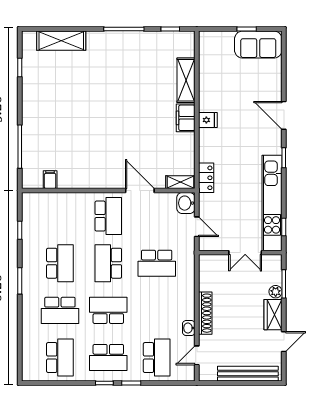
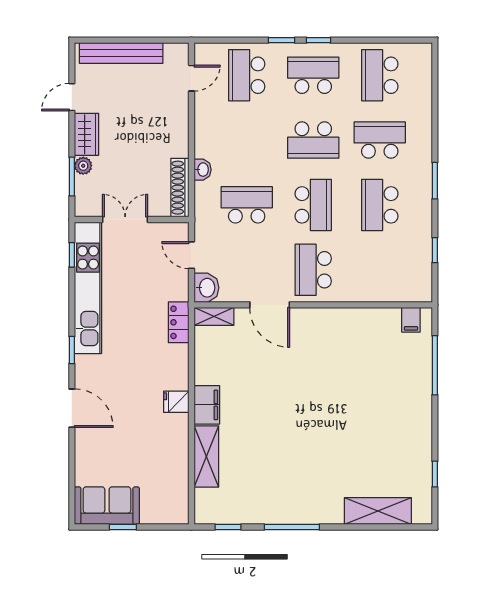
filing cabinet: (50, 180) -> (411, 320), moved
shoe rack: (205, 313) -> (180, 188), moved
washbasin: (189, 328) -> (203, 170), moved

